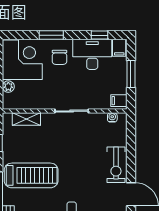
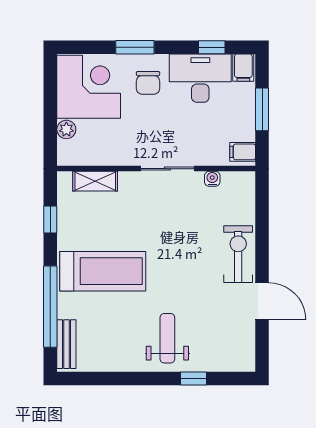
water cooler: (112, 117) -> (212, 179), moved
exercise bike: (116, 165) -> (238, 254), turned 180

